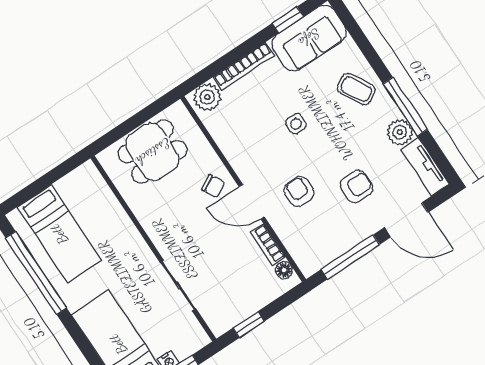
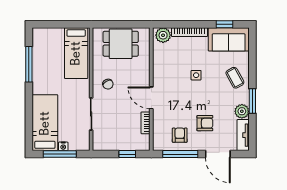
window: (405, 107) -> (252, 101), width x0.69
chair: (213, 186) -> (108, 84), moved
armchair: (299, 192) -> (180, 135), moved
bed: (59, 234) -> (76, 53), moved
floor lamp: (284, 270) -> (145, 140), removed
window: (36, 273) -> (29, 64), width x0.68
window: (249, 325) -> (127, 154), moved

